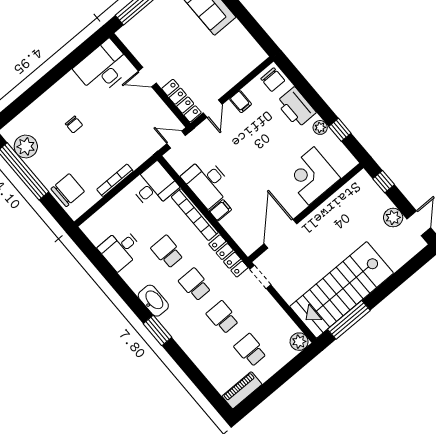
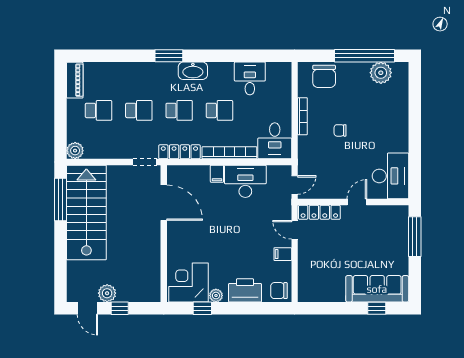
chair: (74, 125) -> (340, 130), moved
corner desk: (311, 176) -> (188, 282), moved, turned -90
window: (384, 182) -> (120, 308), moved

